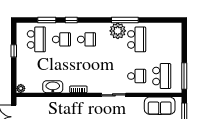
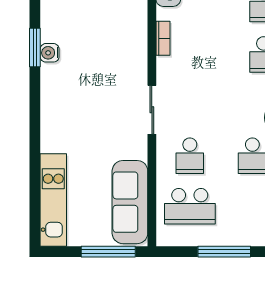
window: (184, 76) -> (224, 252), moved
sofa: (160, 106) -> (130, 202), width x1.36

